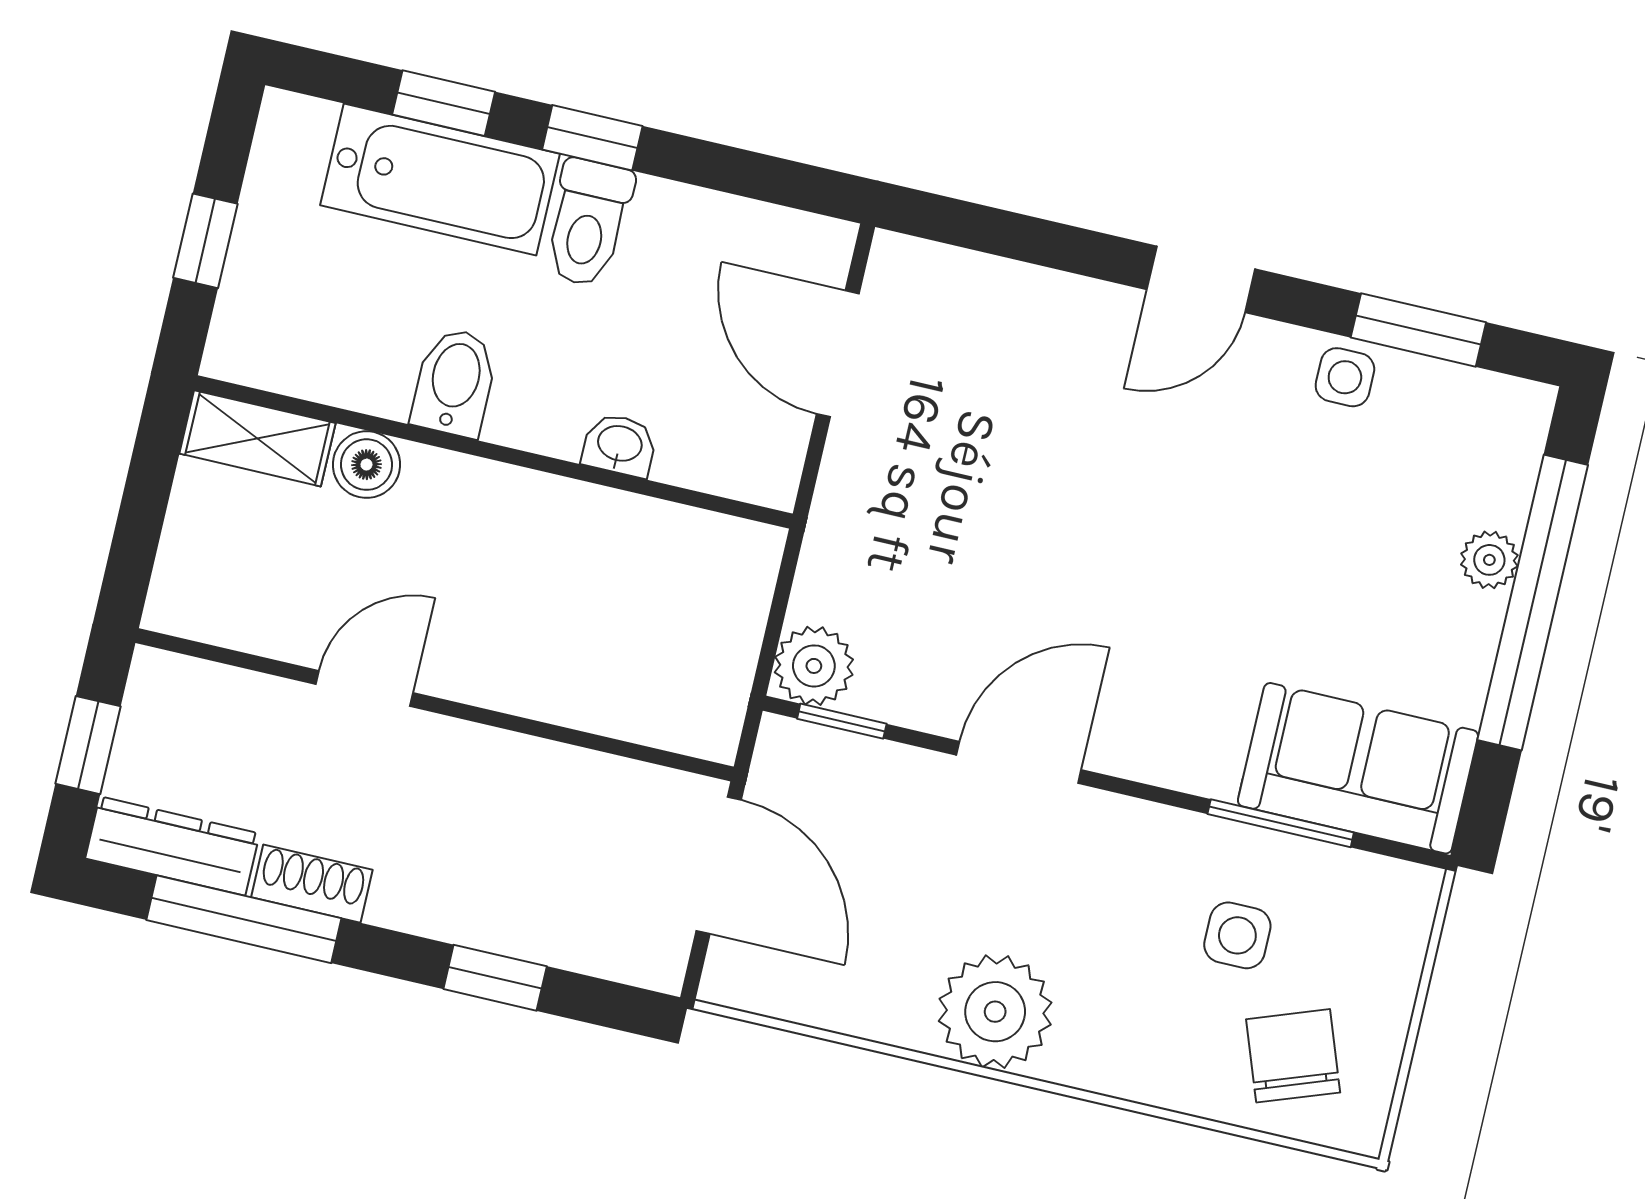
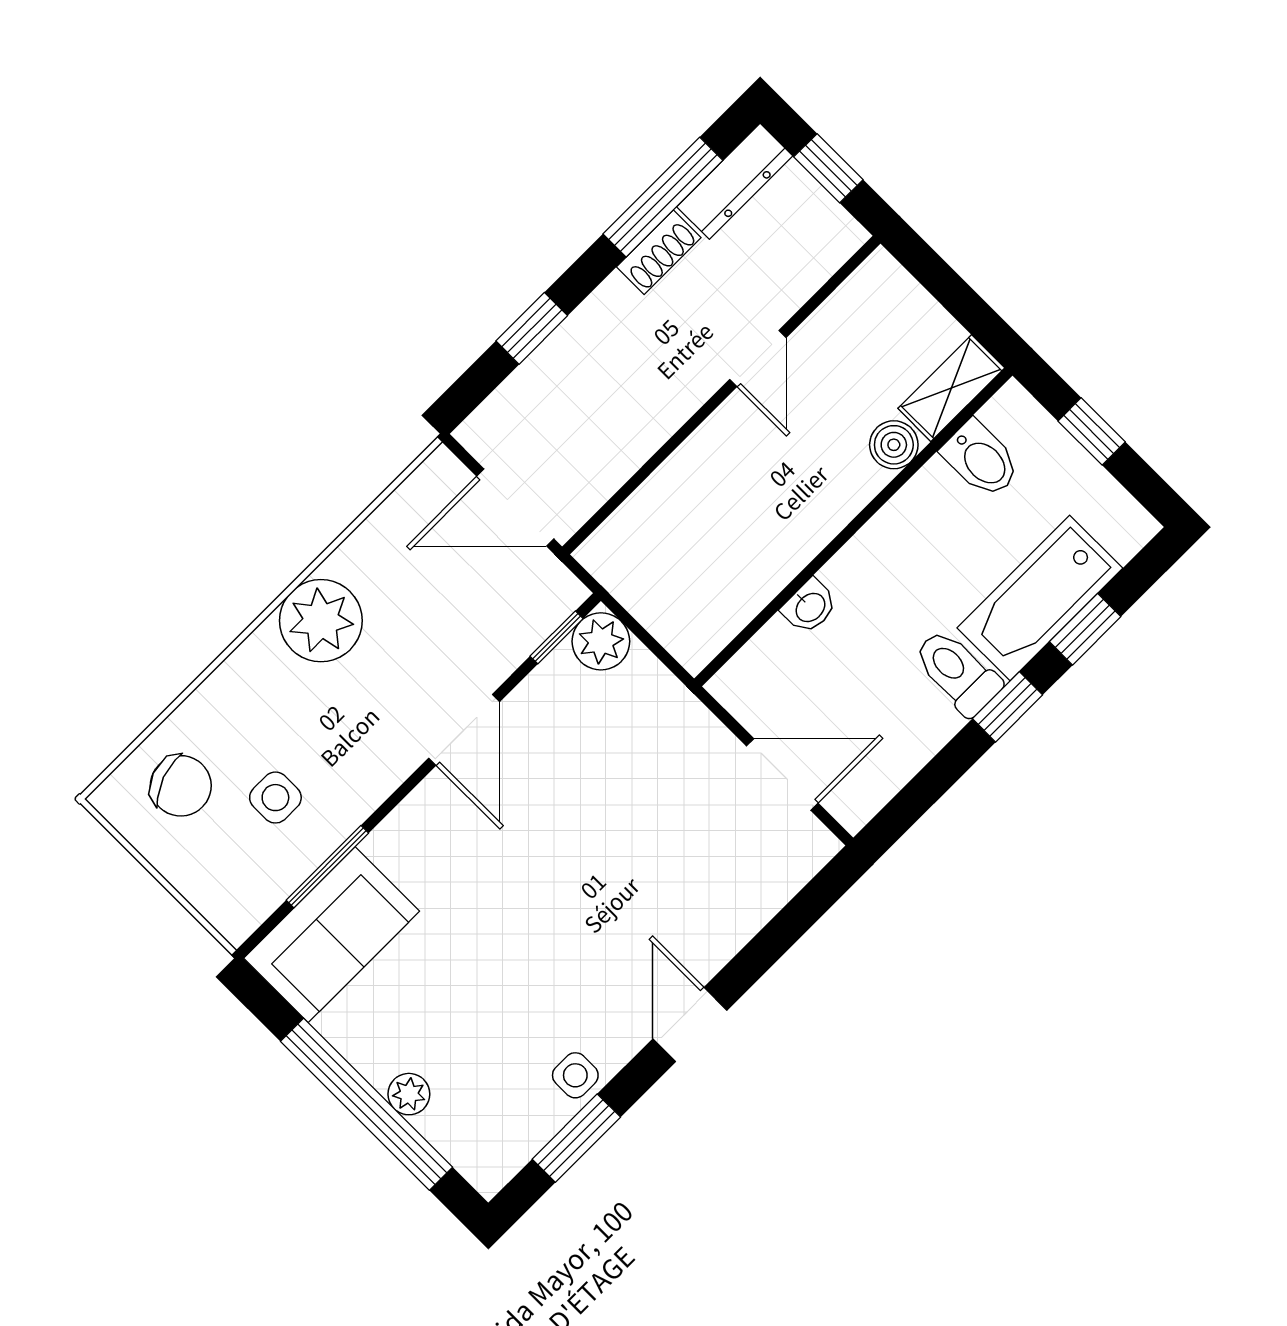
bidet: (455, 382) -> (981, 459), moved

